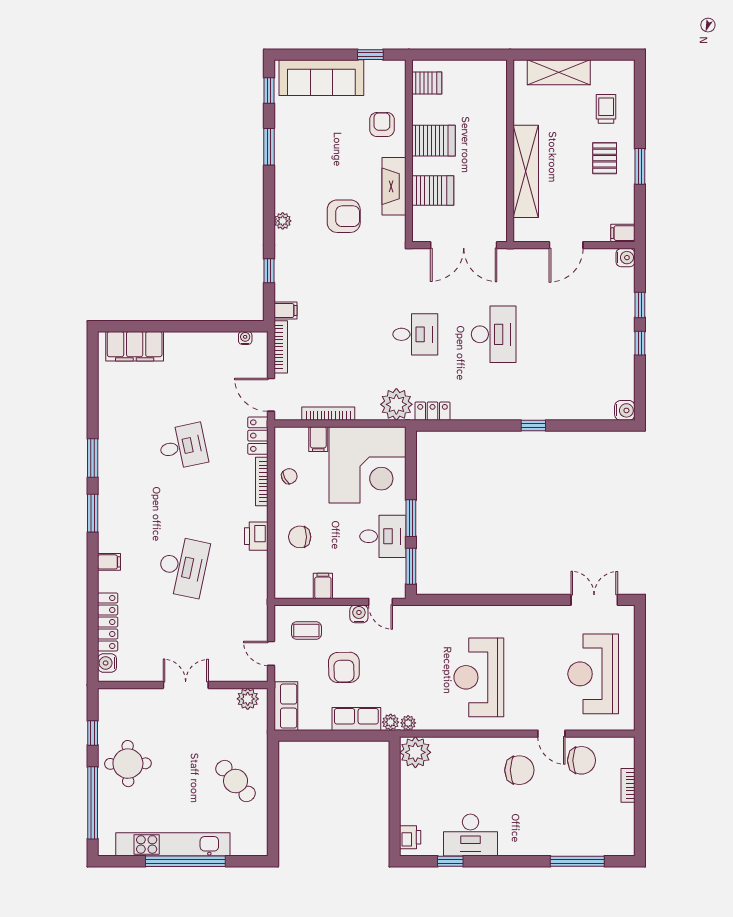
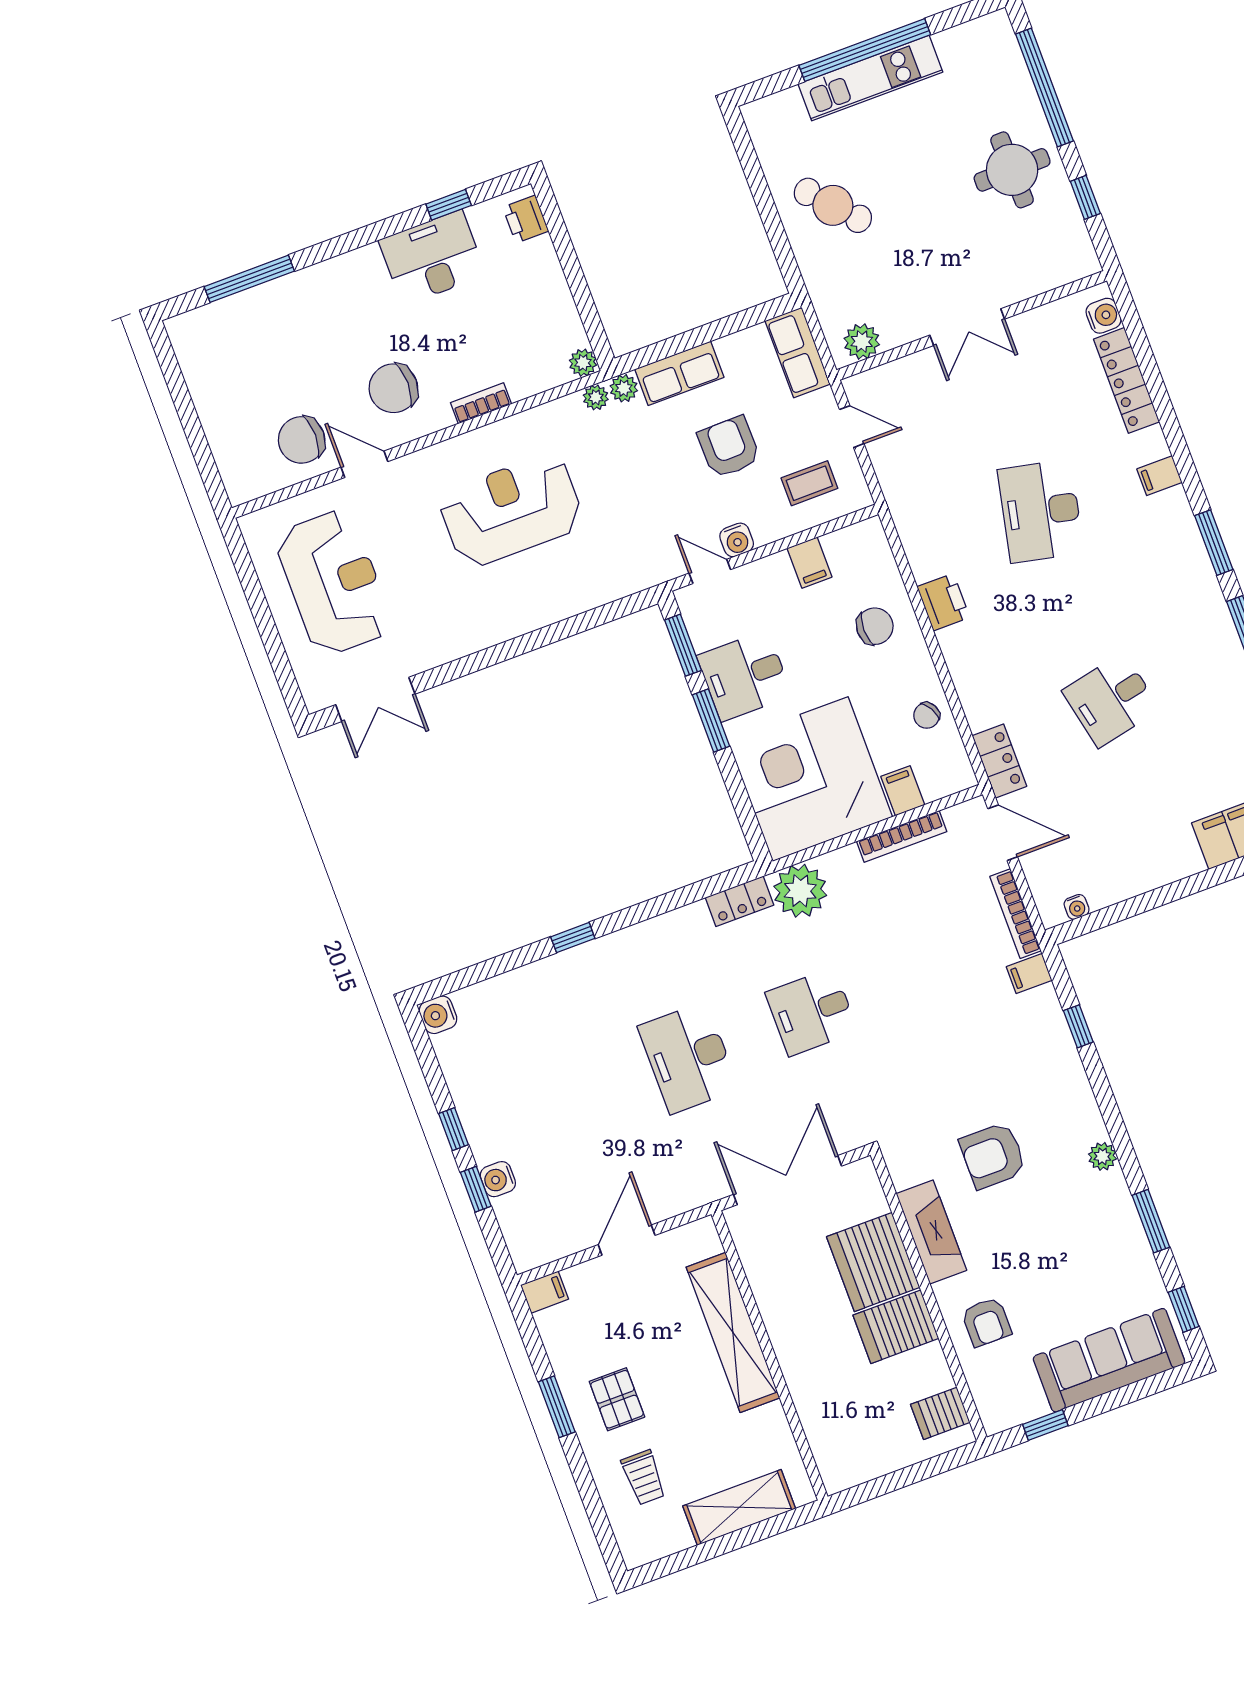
server rack: (433, 191) -> (873, 1262), width x1.60
plant: (283, 221) -> (1102, 1156), moved
water cooler: (625, 258) -> (498, 1179), moved
bookcase: (262, 482) -> (967, 691), removed
reception desk: (479, 677) -> (511, 510), turned -90
plant: (415, 752) -> (583, 363), width x0.53, depth x0.53
bookcase: (628, 785) -> (481, 403), moved, turned -90
kitchen unit: (173, 844) -> (870, 78), width x0.73

